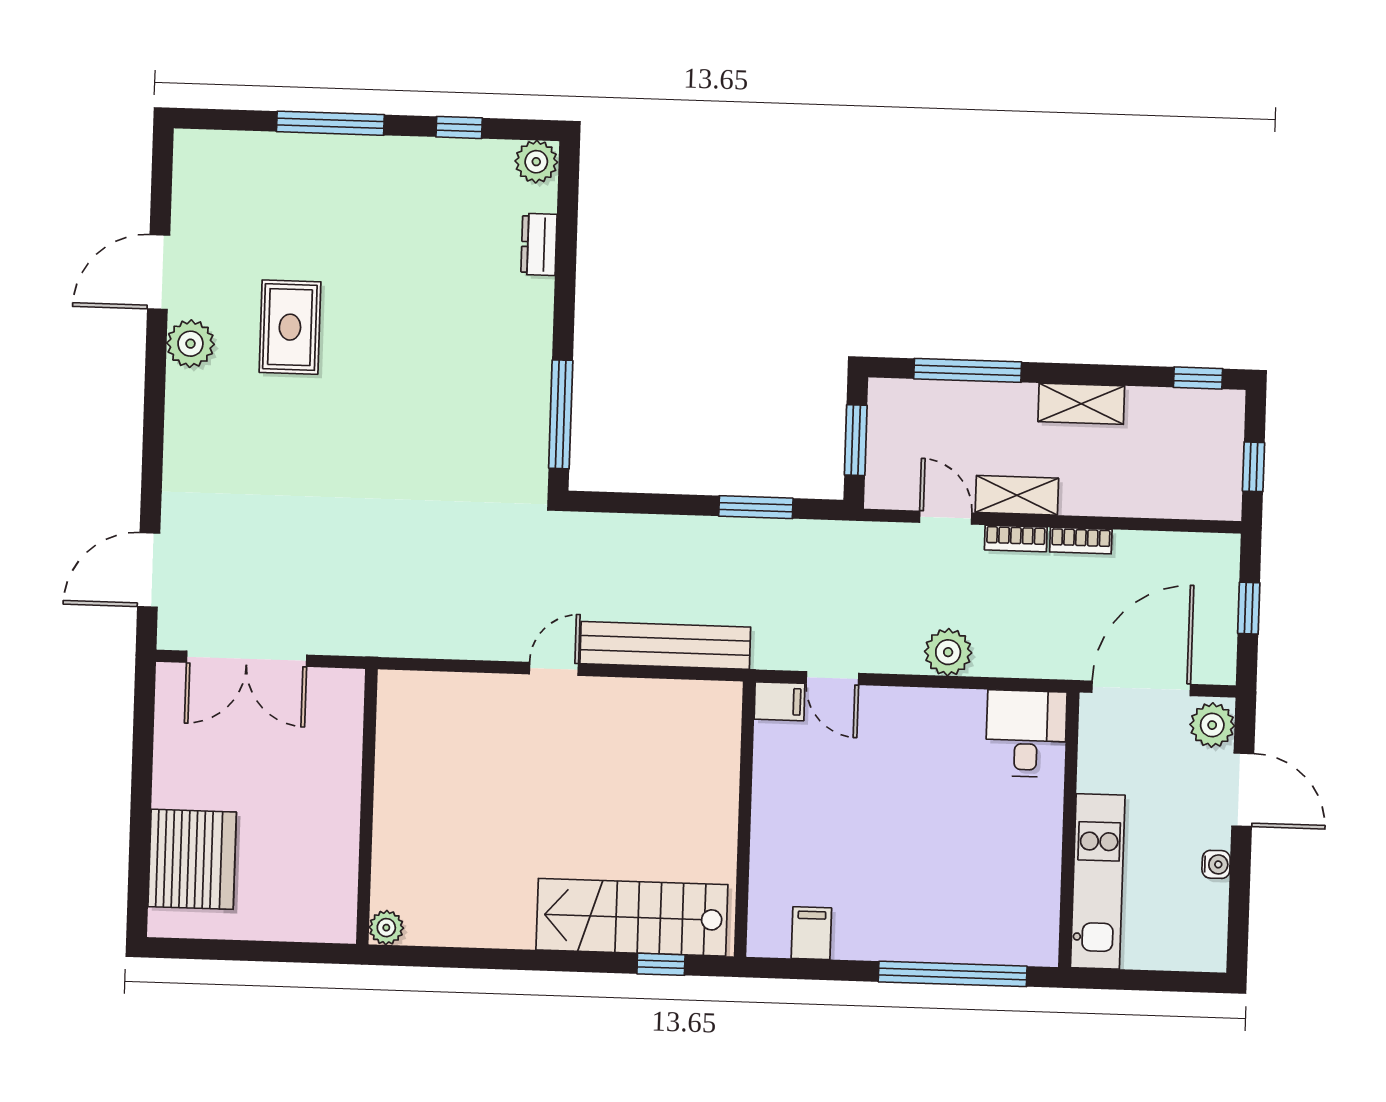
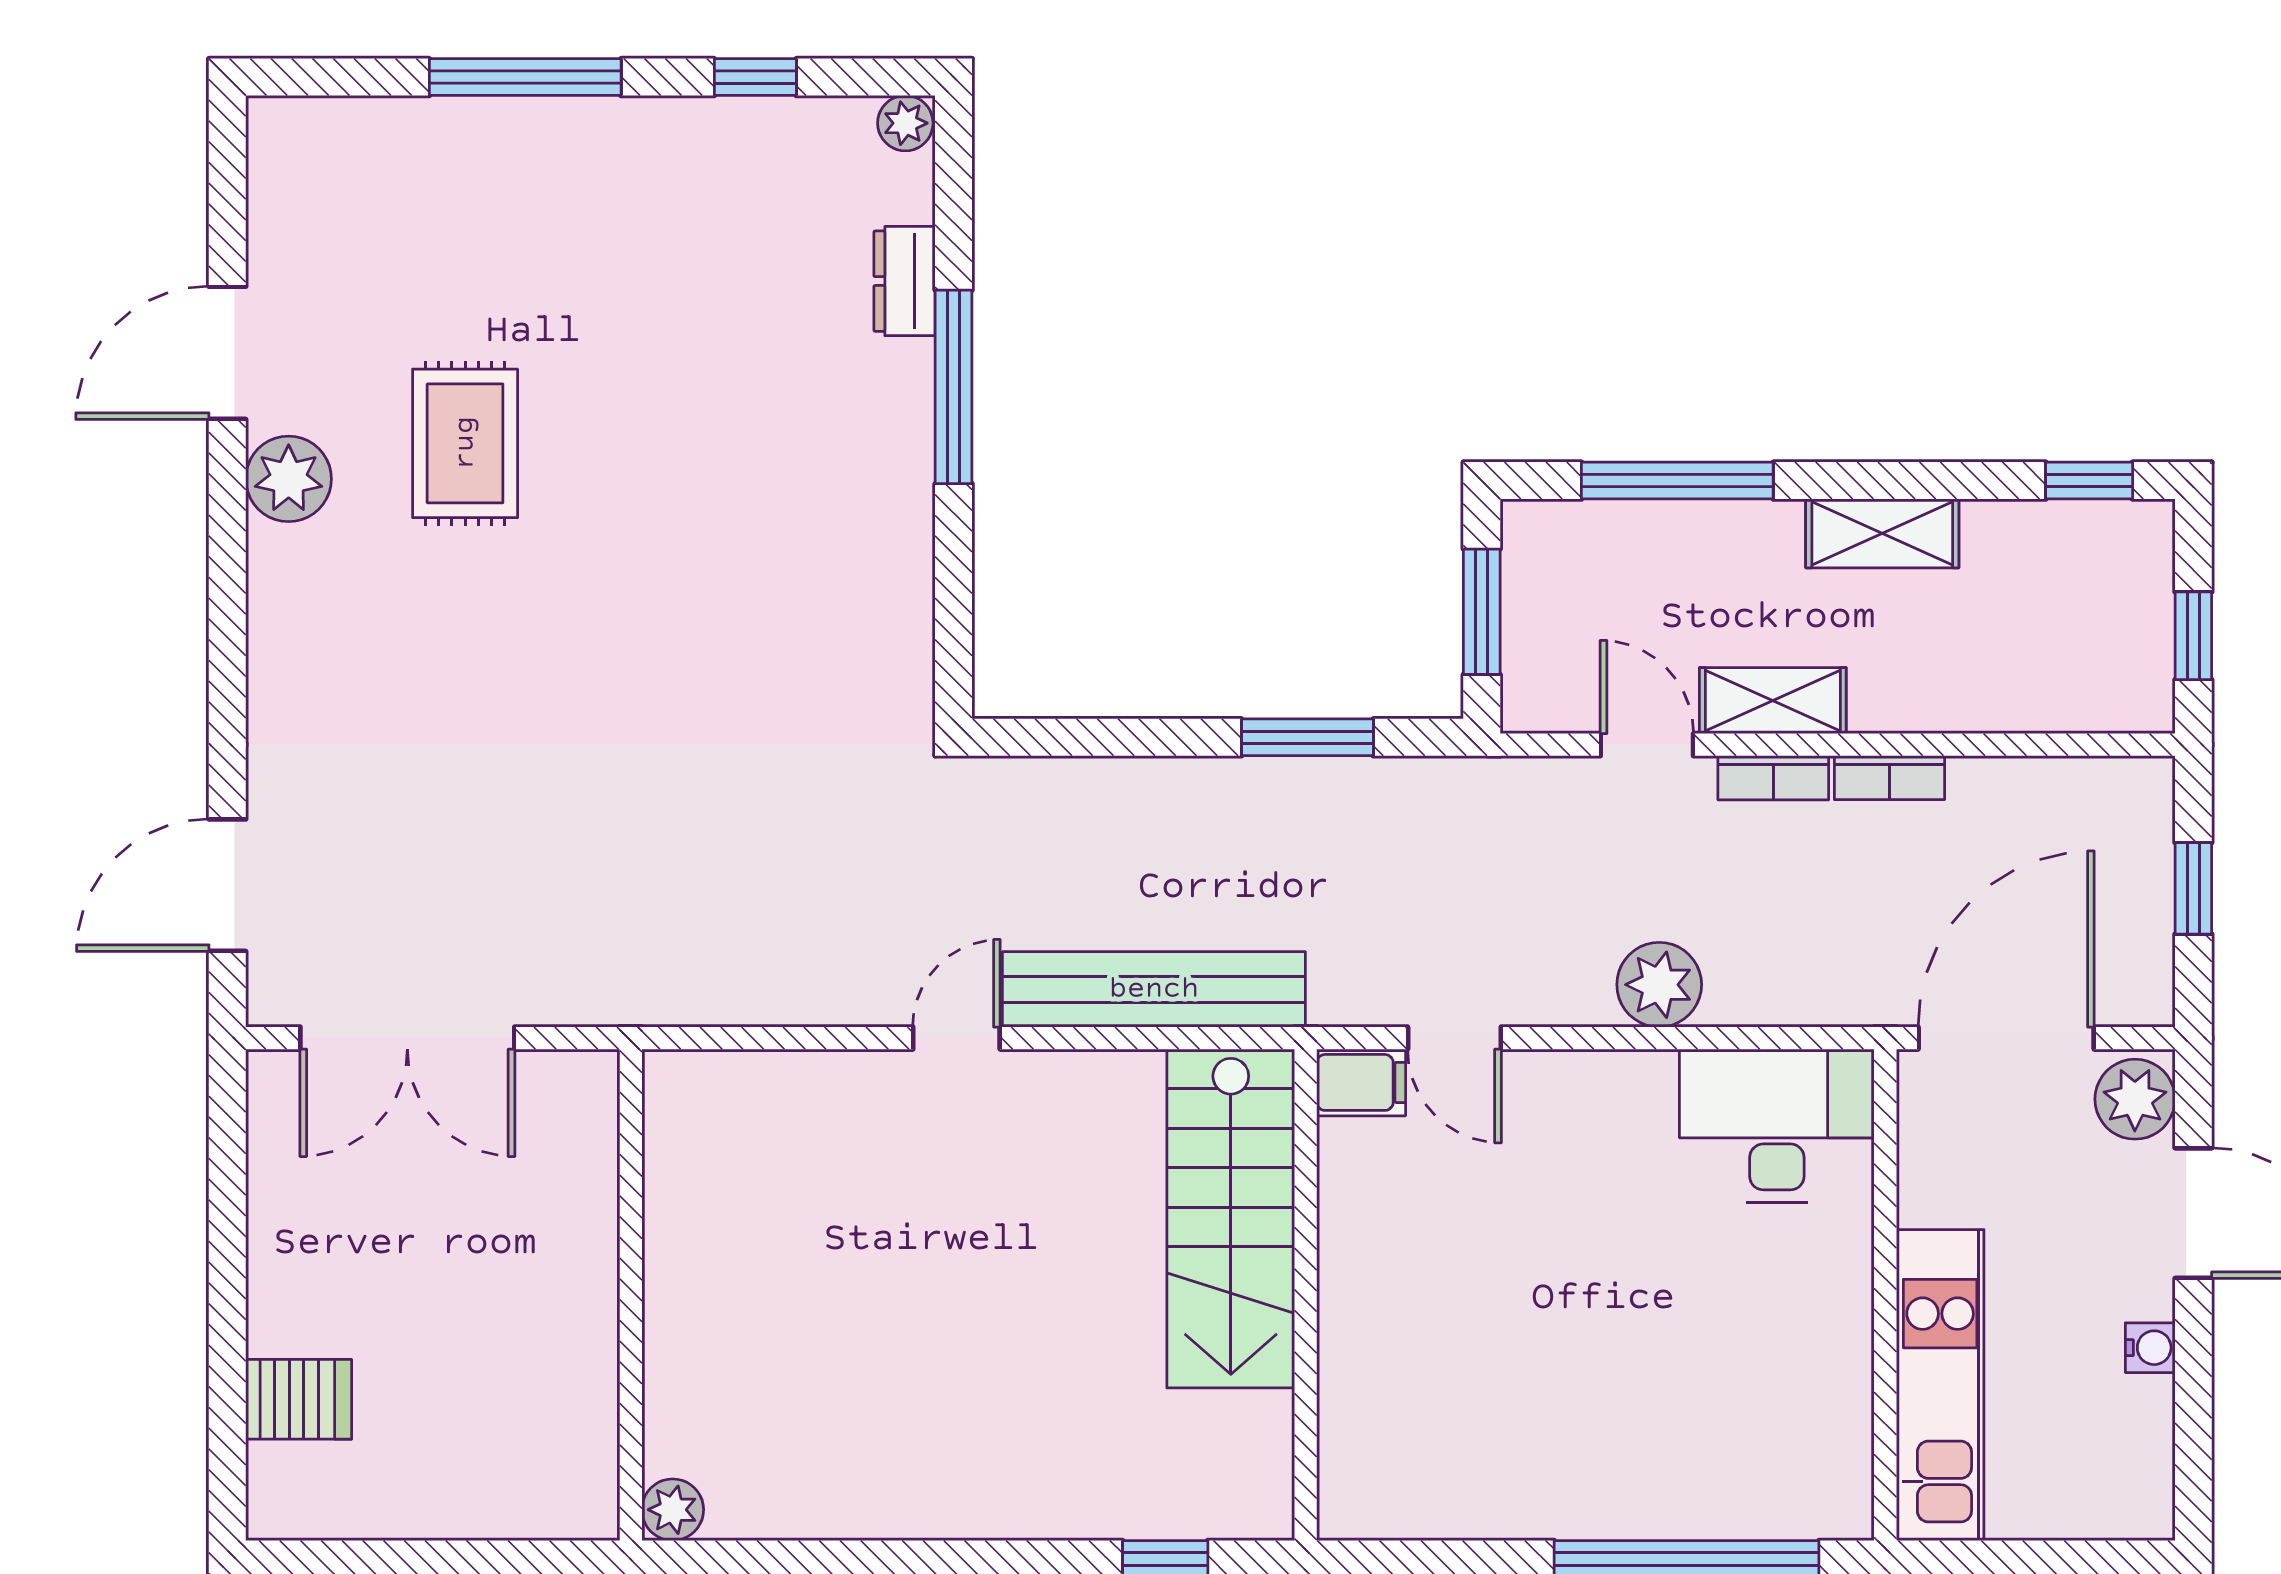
plant: (536, 162) -> (905, 123), width x0.73, depth x0.73
window: (561, 414) -> (954, 387), moved
desk: (1026, 734) -> (1777, 1126), width x1.37
server rack: (192, 859) -> (299, 1399), width x0.46, depth x0.70
stairs: (632, 917) -> (1231, 1219), moved, turned -90
filing cabinet: (811, 933) -> (1432, 1494), removed

